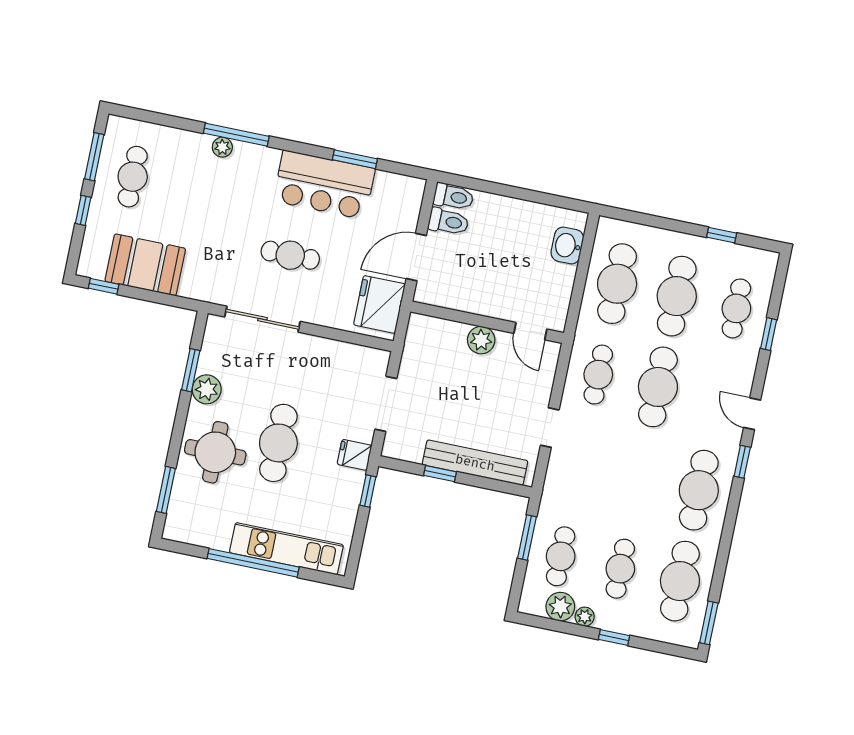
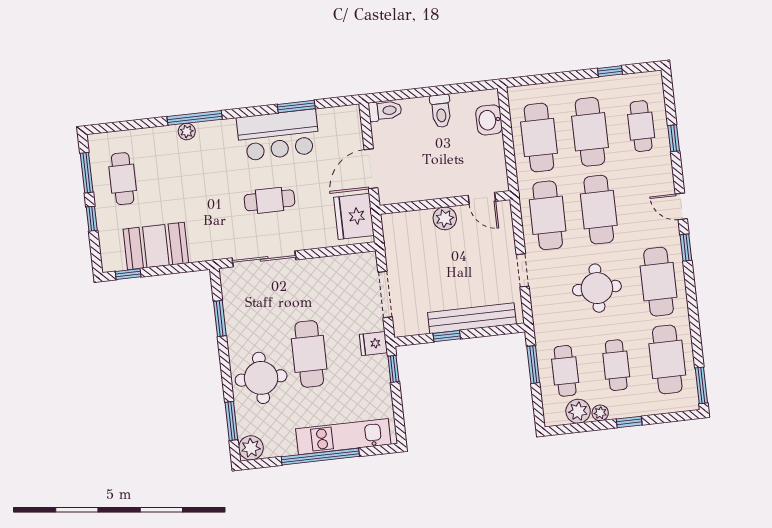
toilet: (448, 222) -> (441, 111), moved, turned 90
cafe table: (598, 375) -> (548, 215), width x1.37, depth x1.35
plant: (207, 389) -> (251, 448), moved
round table: (627, 475) -> (597, 288), added

